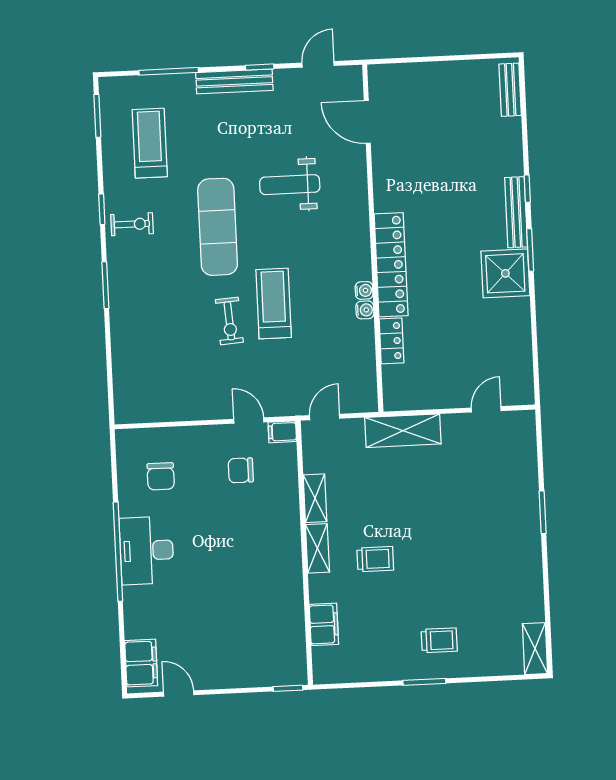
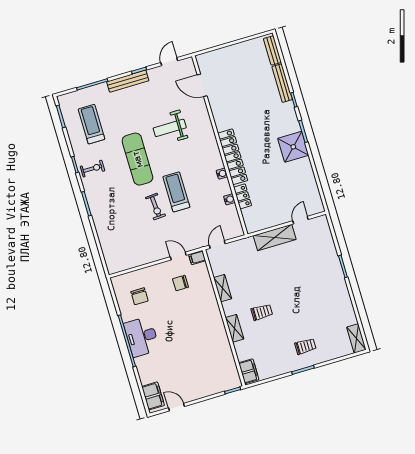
bench: (516, 212) -> (282, 83), moved
water cooler: (365, 310) -> (229, 199), moved
shelving: (403, 431) -> (275, 237), moved
shelving: (317, 548) -> (235, 328), moved
filing cabinet: (324, 624) -> (249, 371), moved

